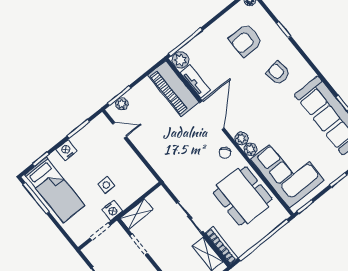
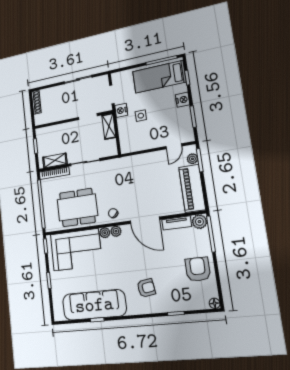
armchair: (246, 40) -> (198, 269), moved
piano: (173, 89) -> (192, 188), moved, turned -90

